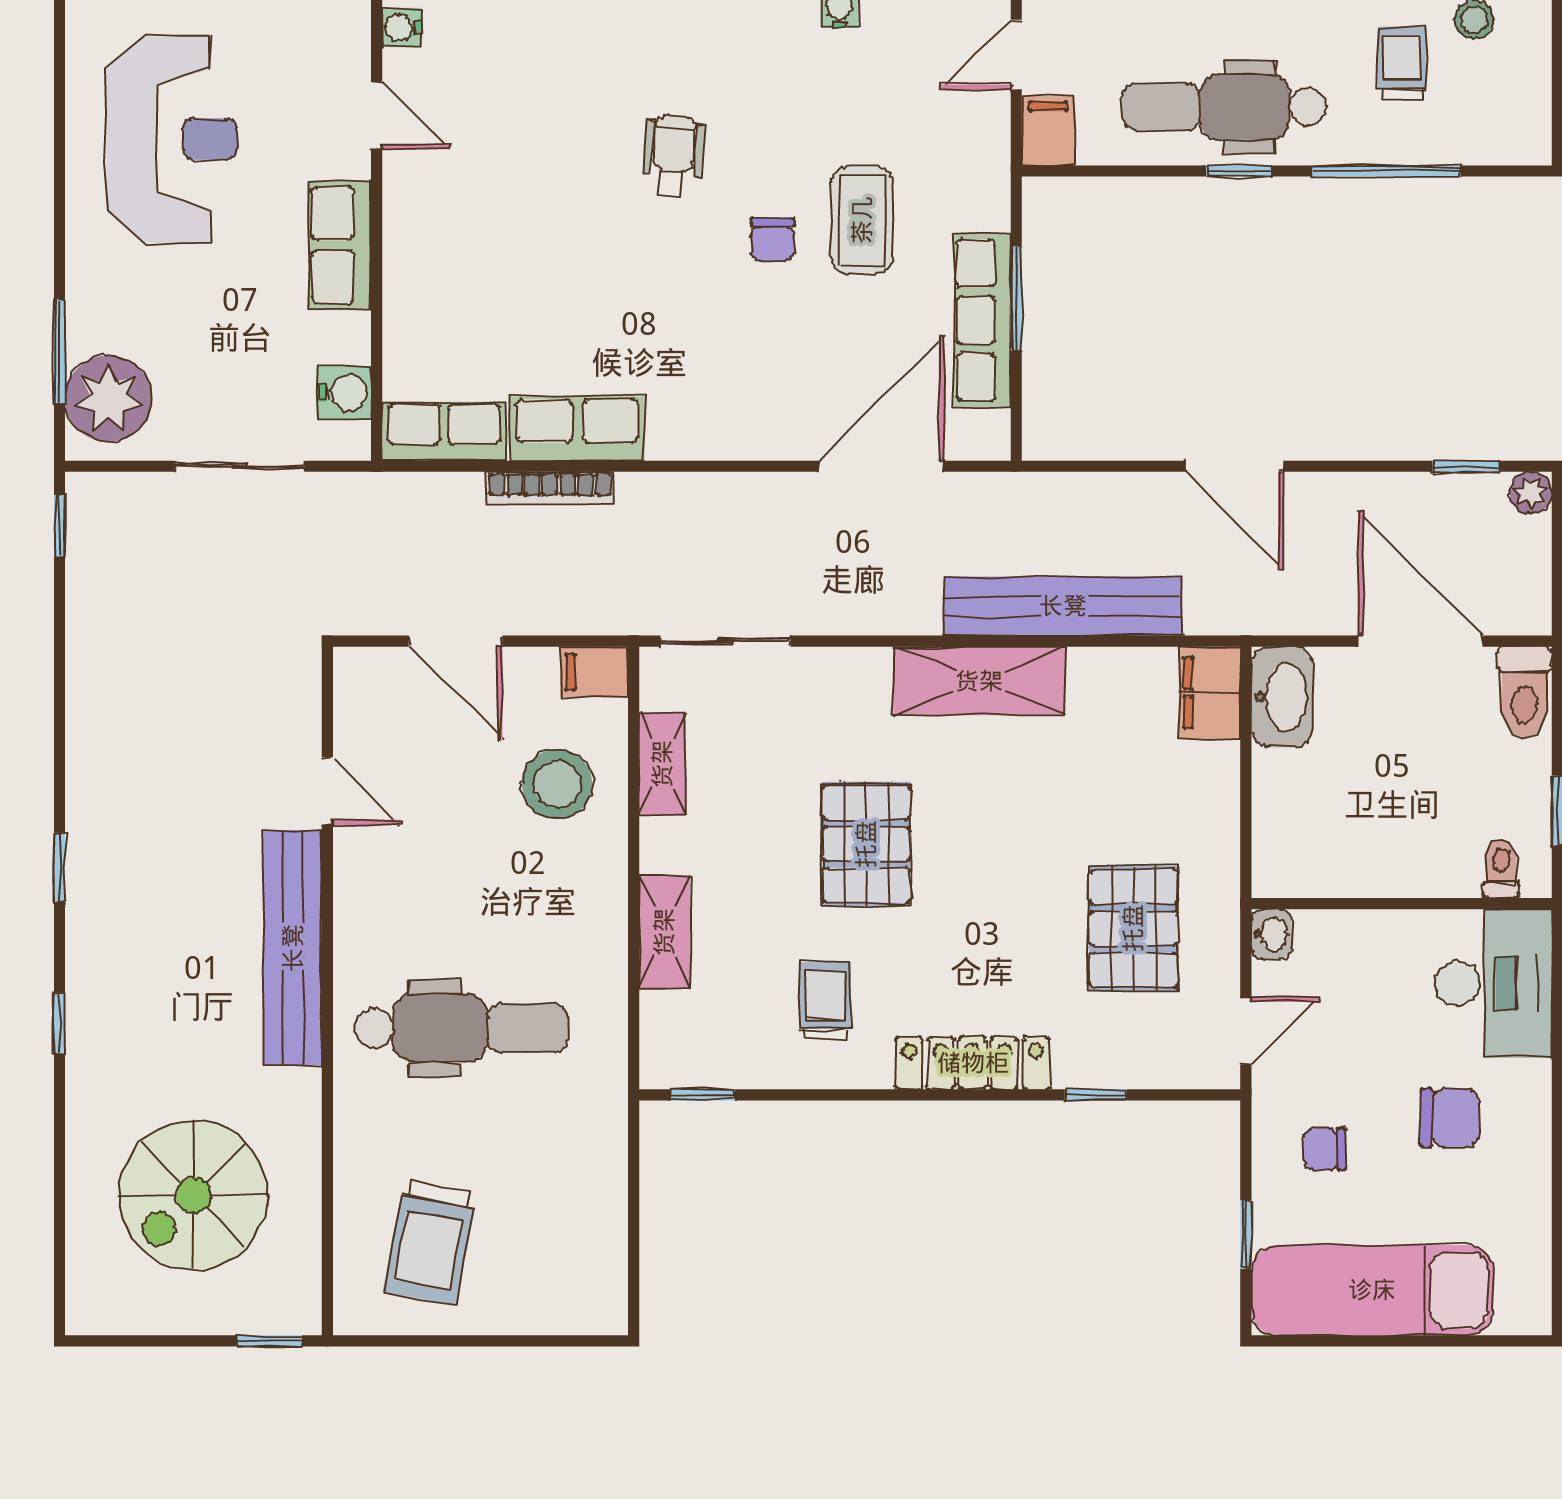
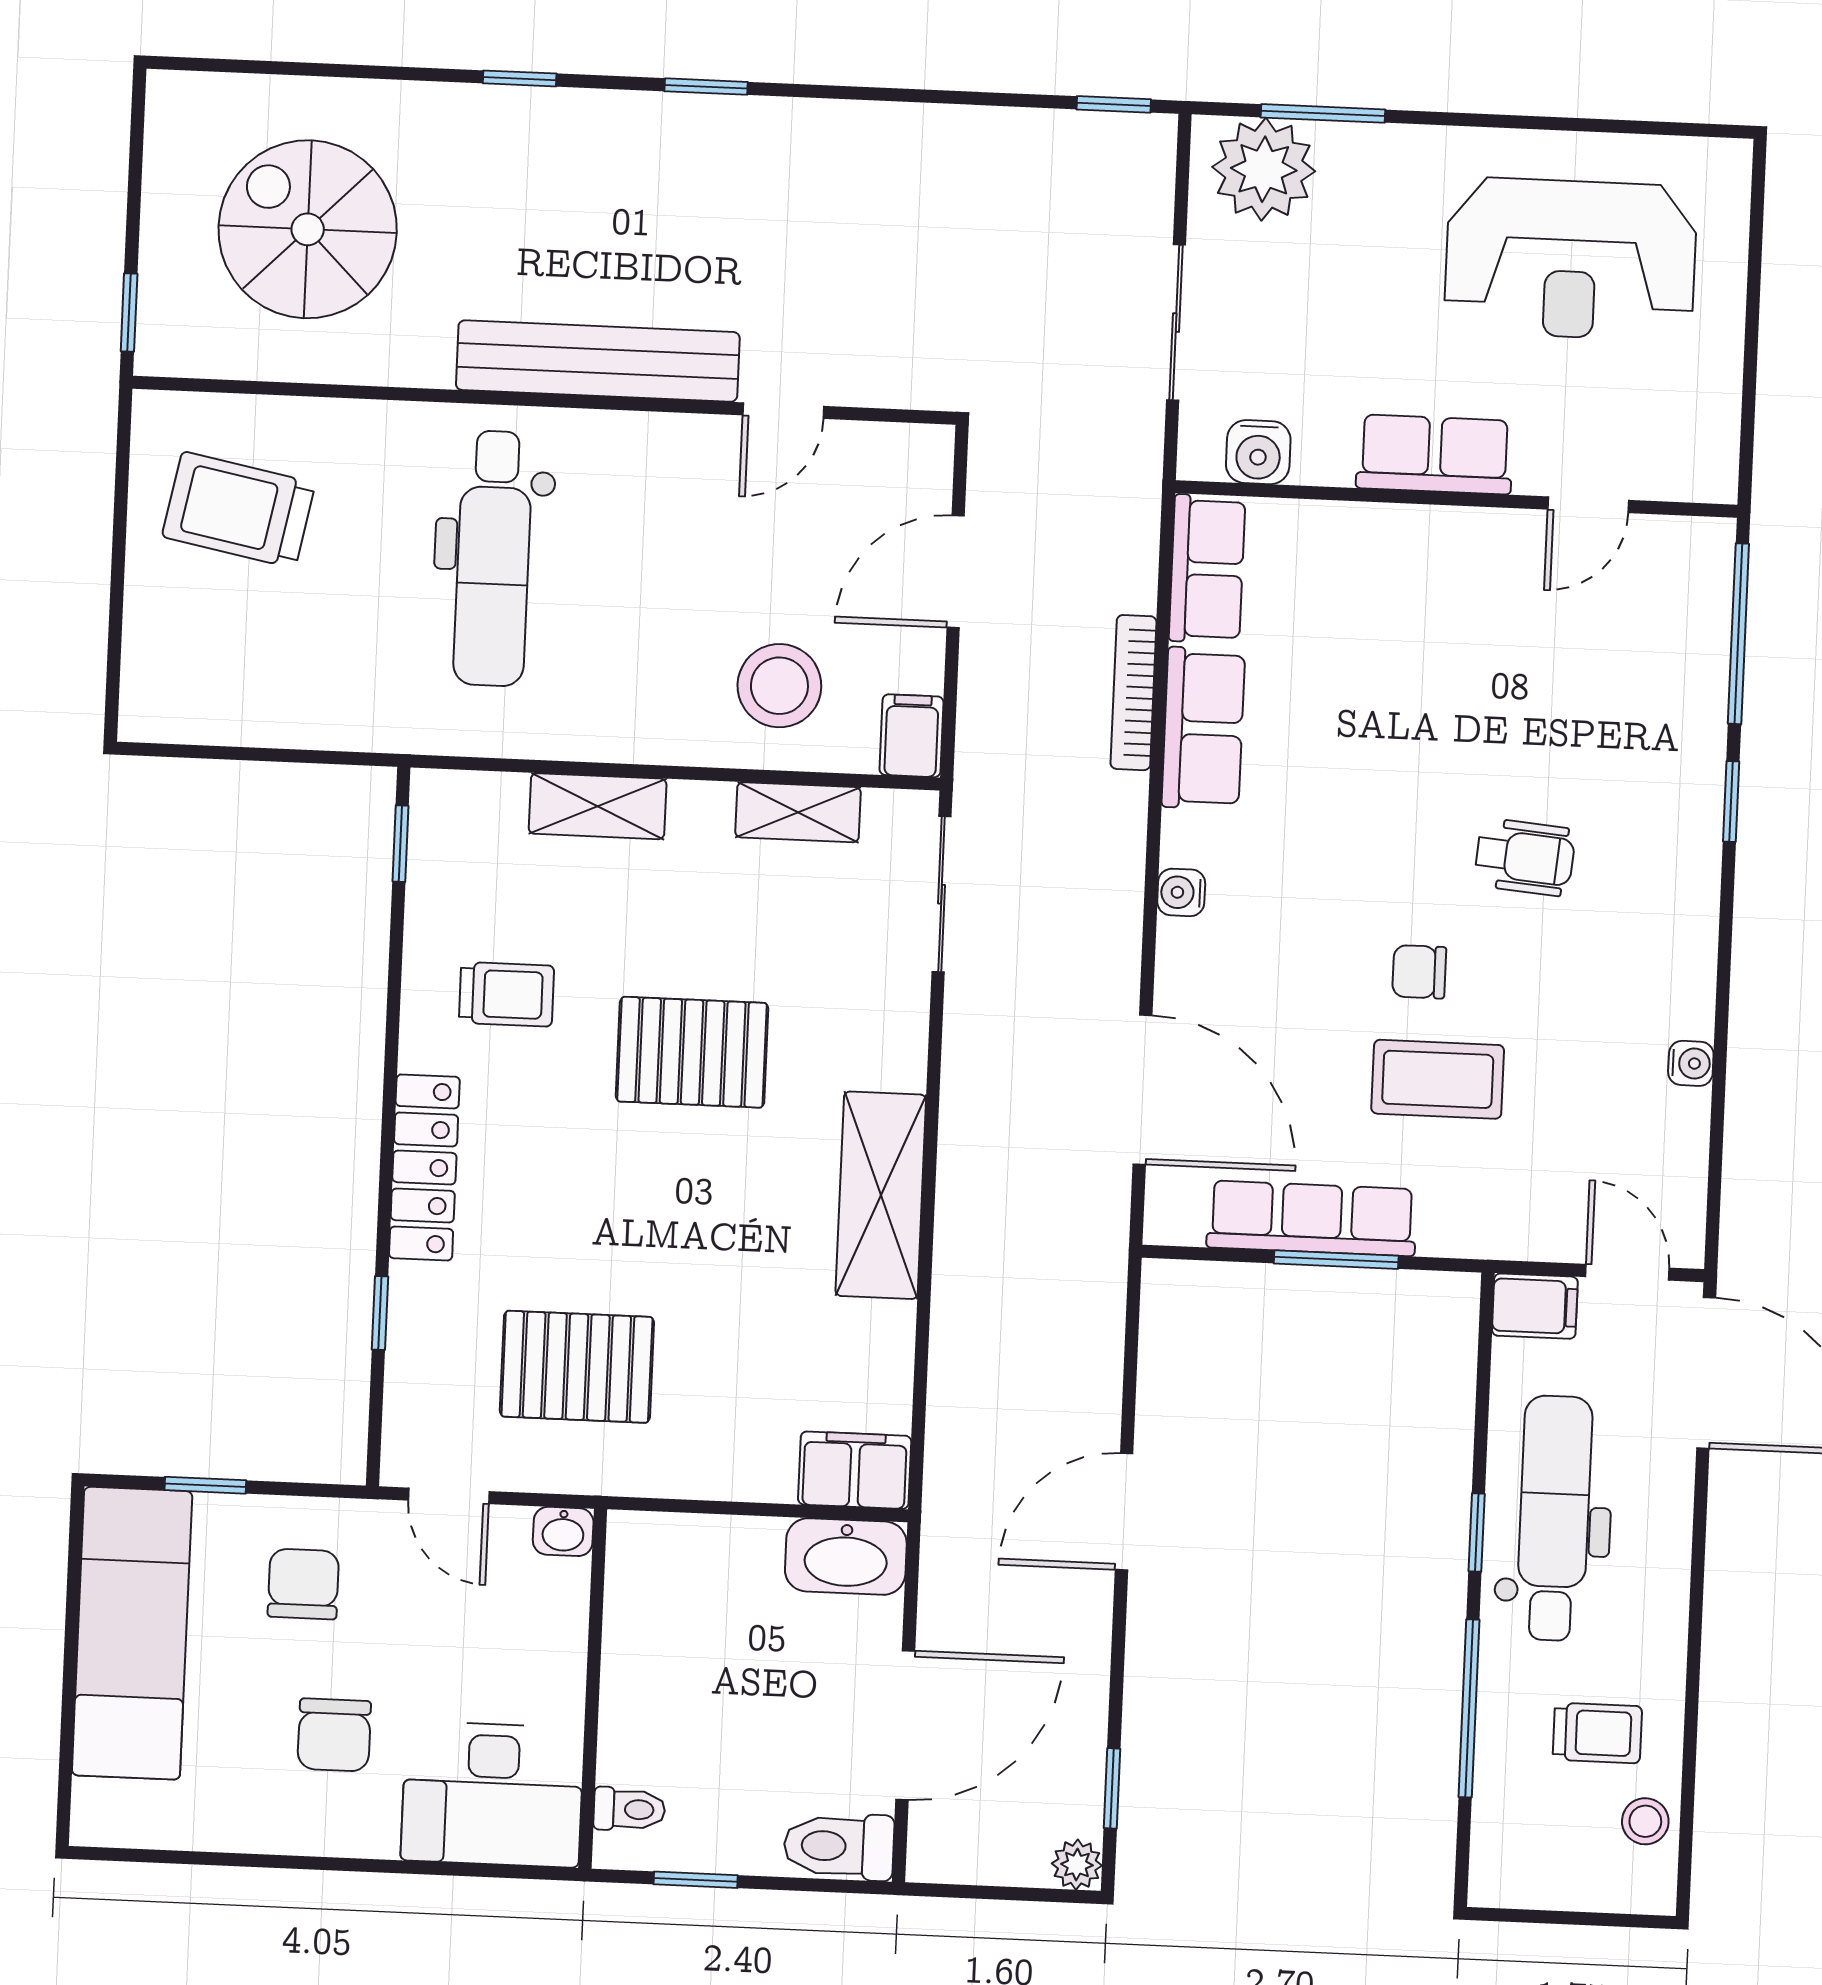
water cooler: (402, 27) -> (1181, 892), moved, turned -90
bench: (1063, 606) -> (966, 1299), removed
chair: (1325, 1149) -> (303, 1584), width x1.37, depth x1.37

